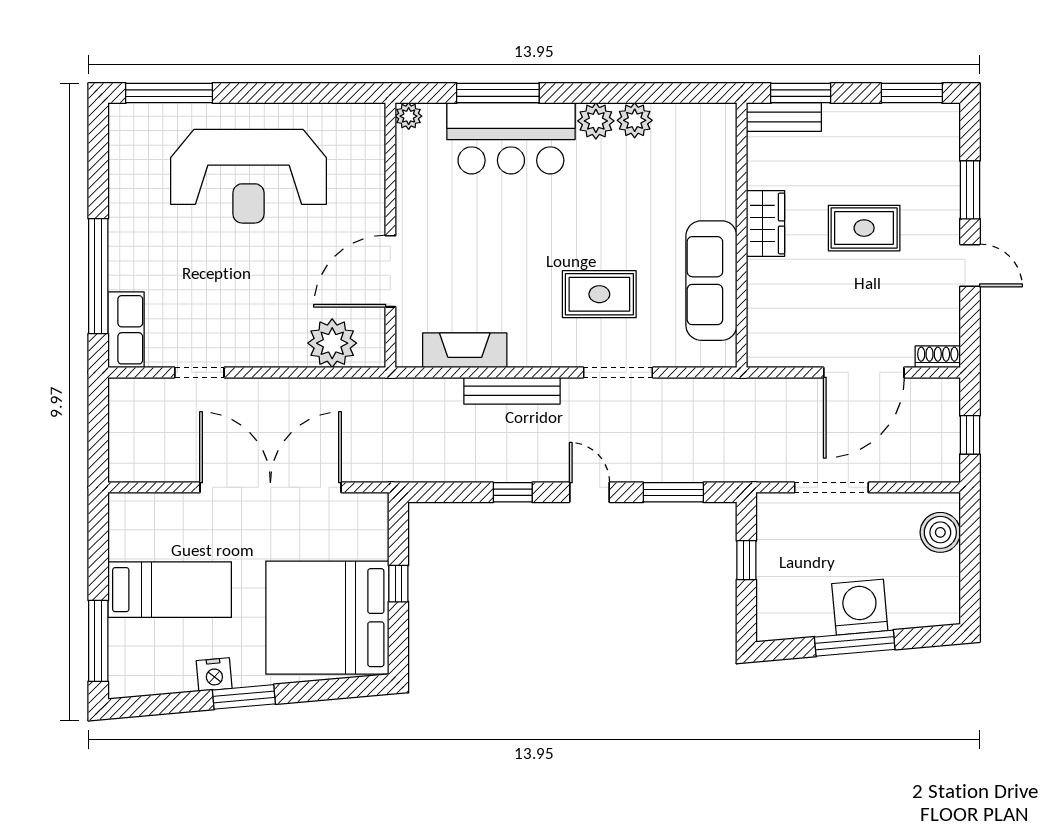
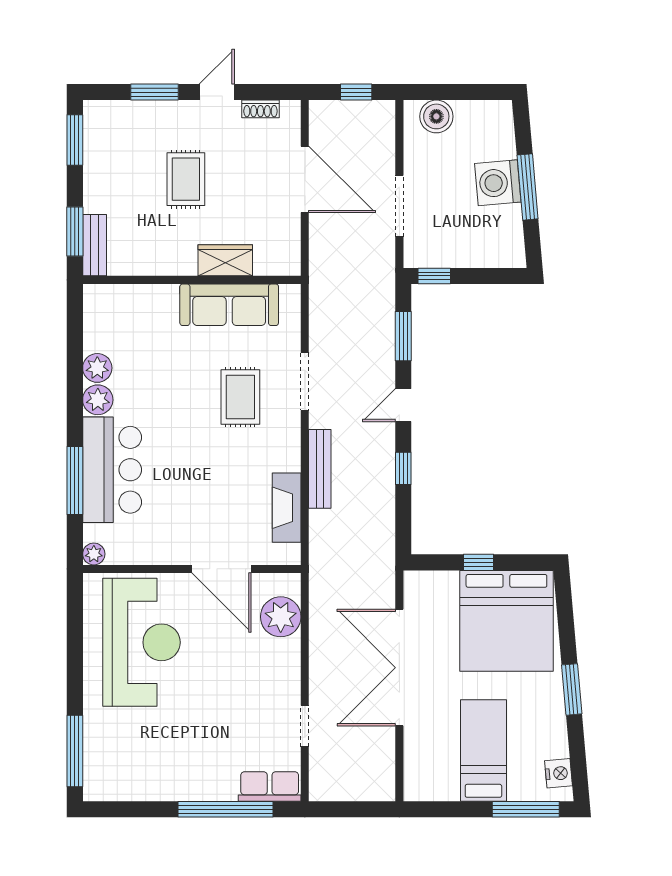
reception desk: (248, 176) -> (141, 642), moved
wardrobe: (766, 223) -> (225, 260), moved
shoe rack: (938, 357) -> (260, 109), moved, turned -90
window: (746, 560) -> (434, 276), moved
nightstand: (214, 675) -> (559, 773), moved

